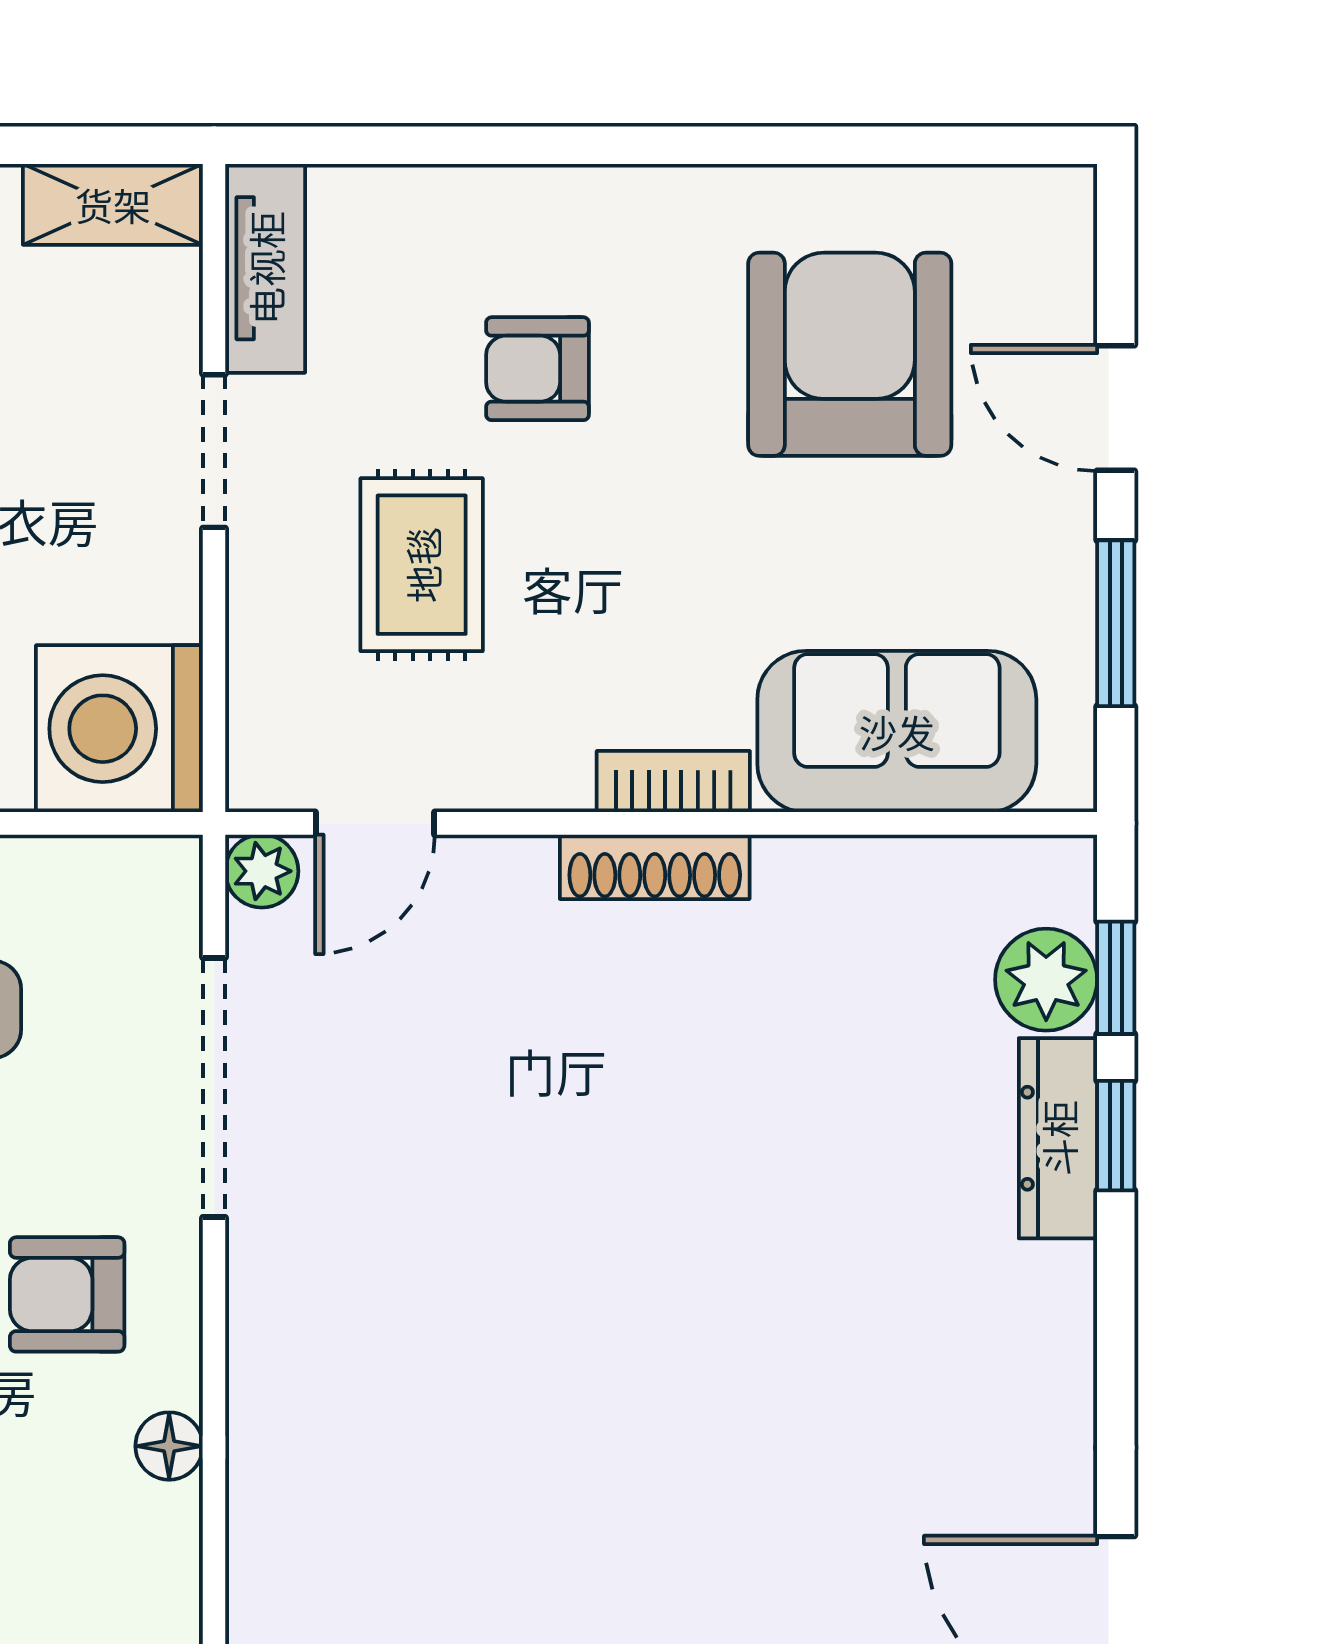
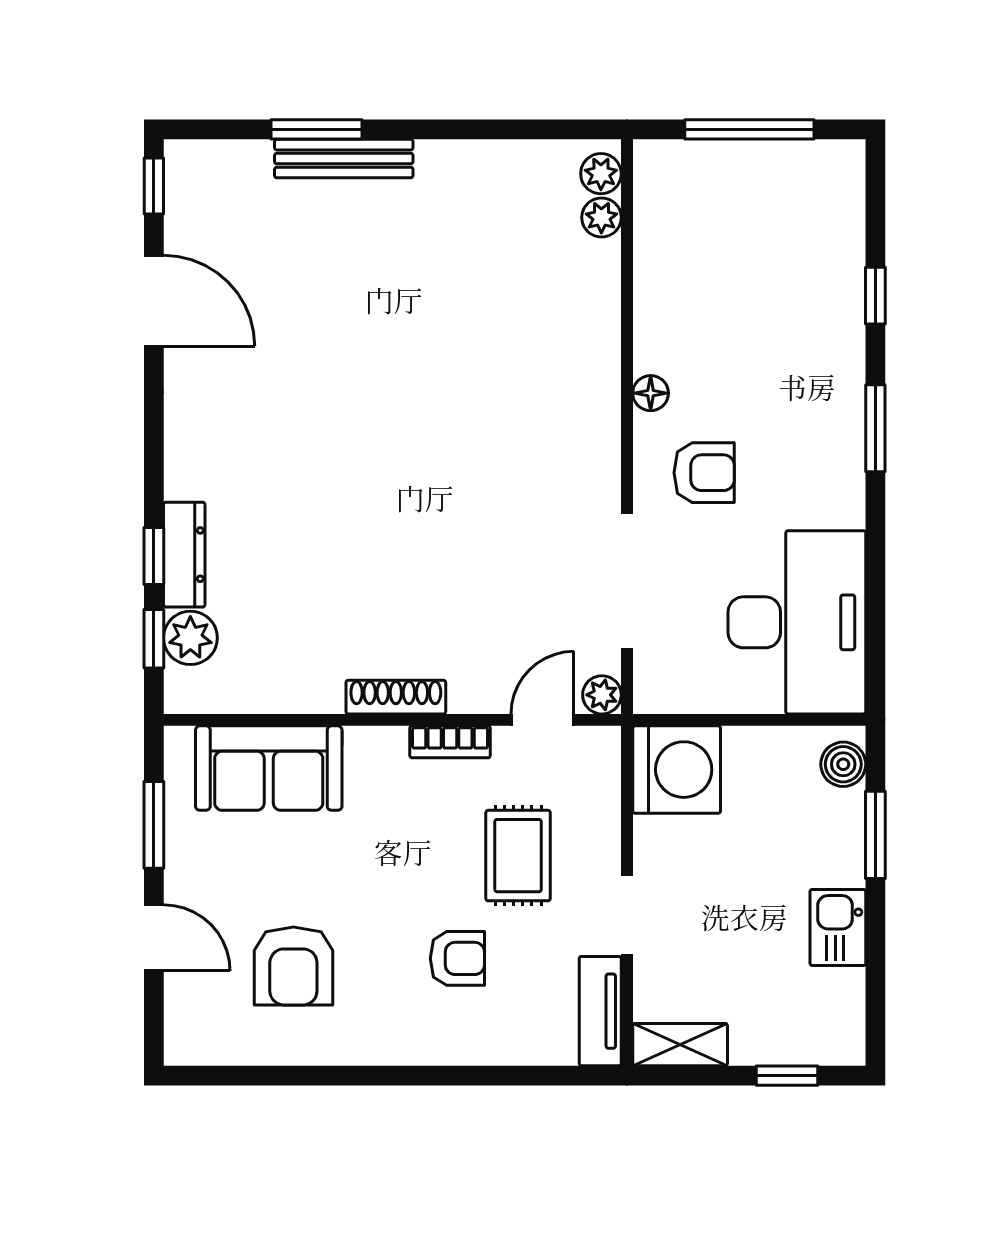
armchair: (850, 354) -> (293, 966), width x0.73, depth x0.73
bookcase: (673, 782) -> (450, 742), moved

